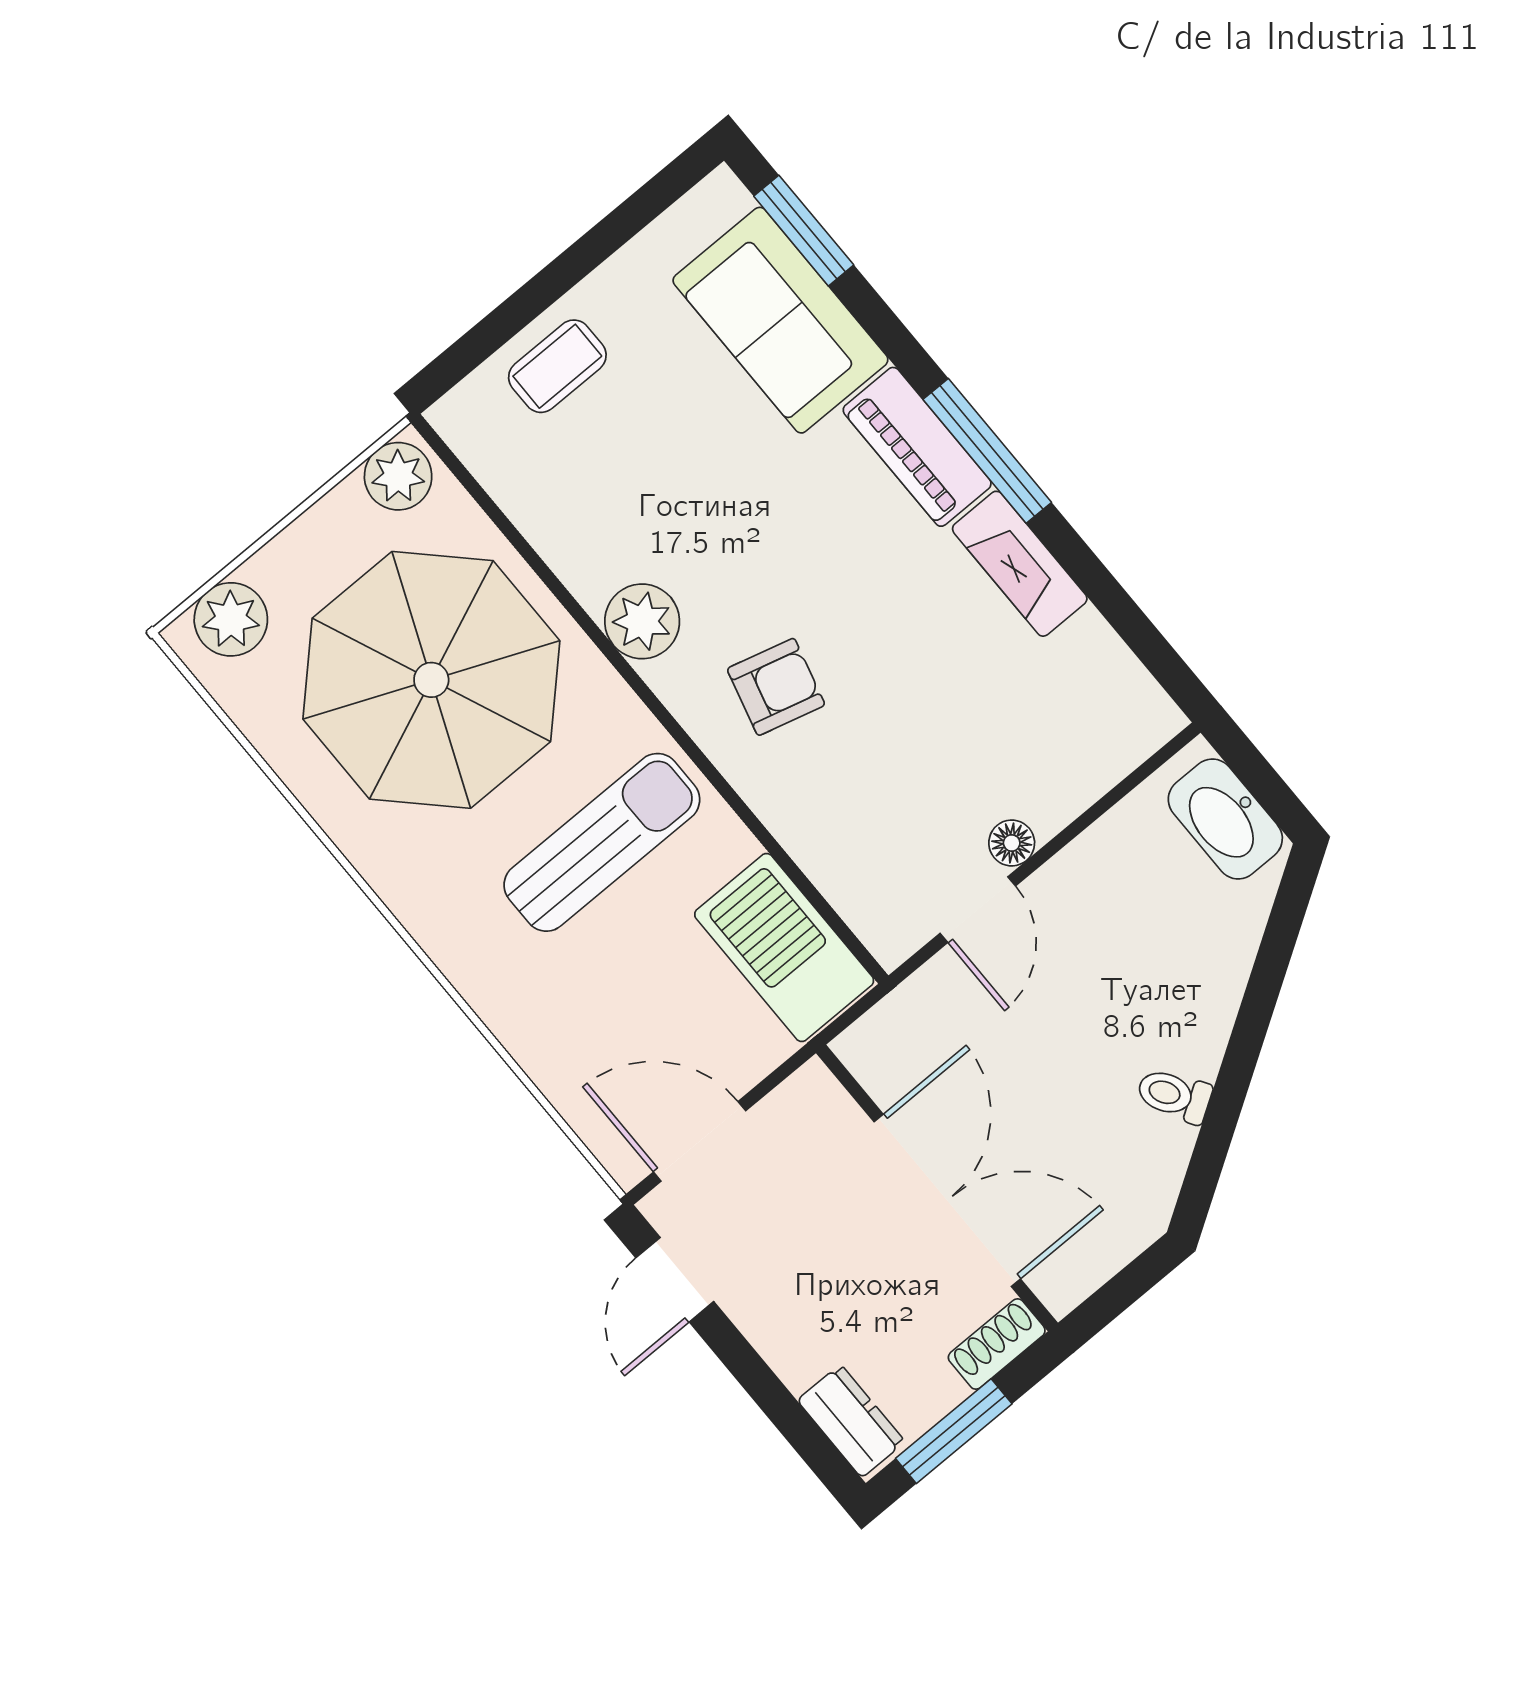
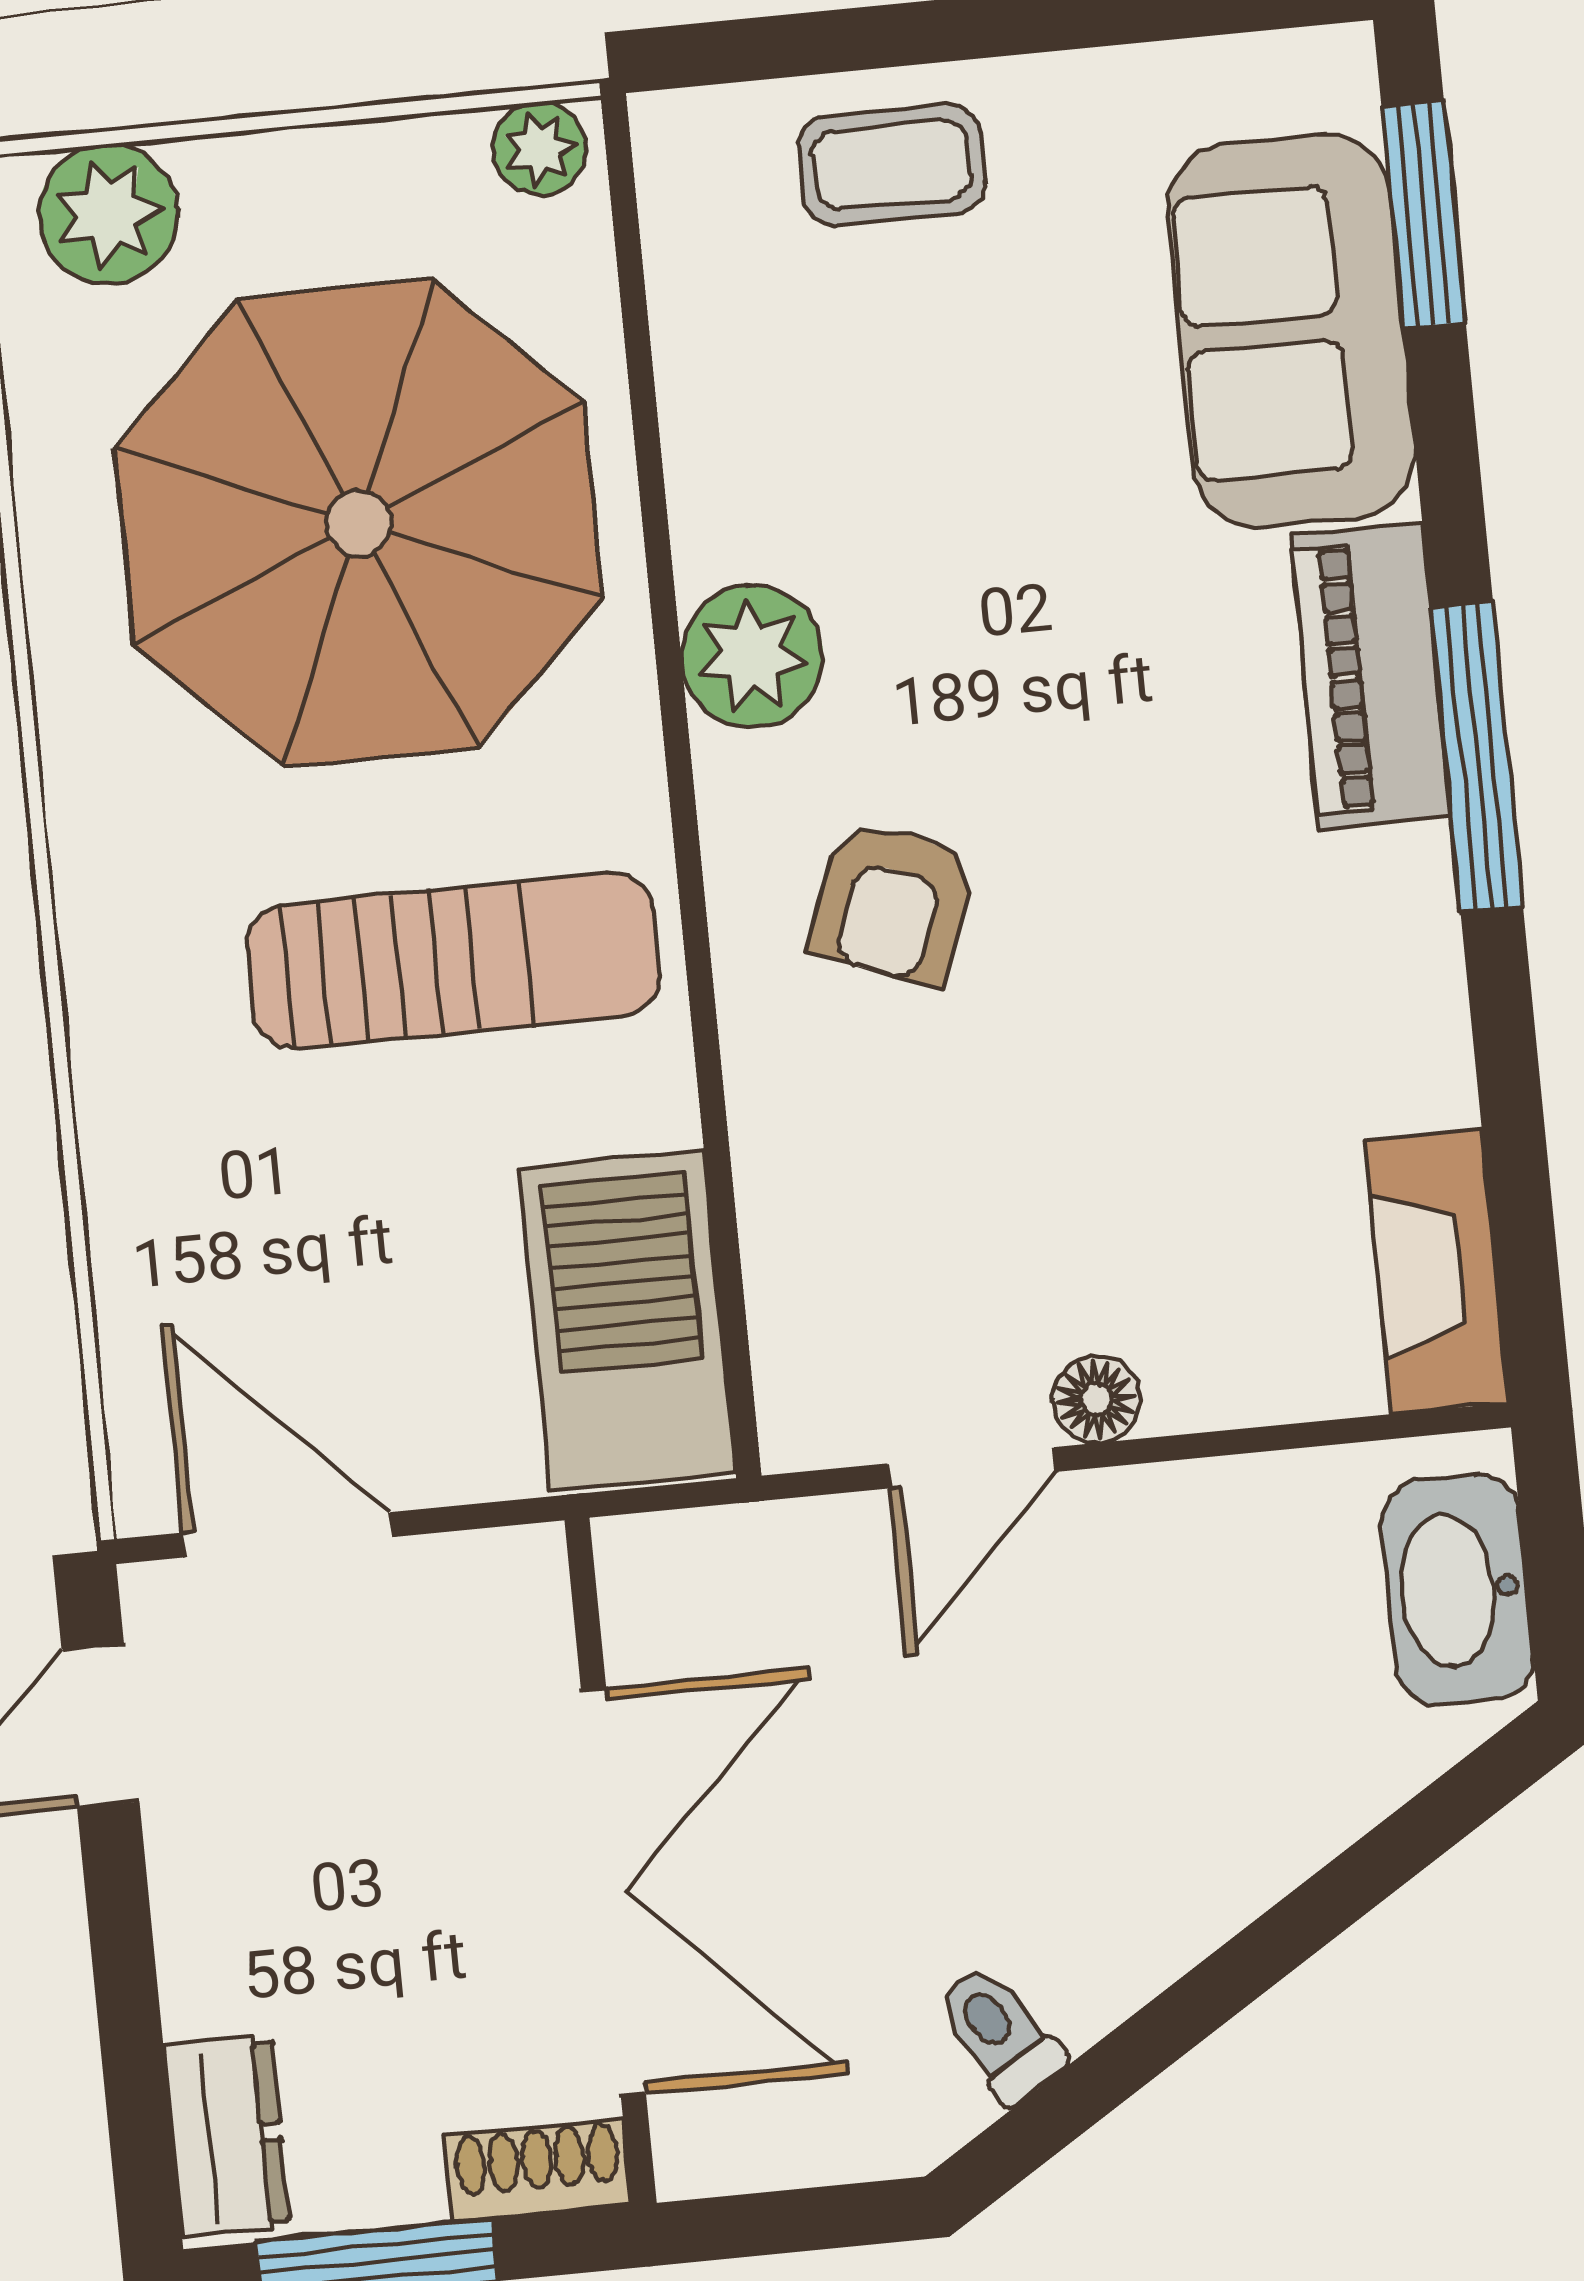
plant: (398, 476) -> (540, 148), width x0.73, depth x0.73
fireplace: (1020, 564) -> (1437, 1272), moved
armchair: (776, 687) -> (893, 902), turned 96
toilet: (1174, 1095) -> (999, 2034), moved

